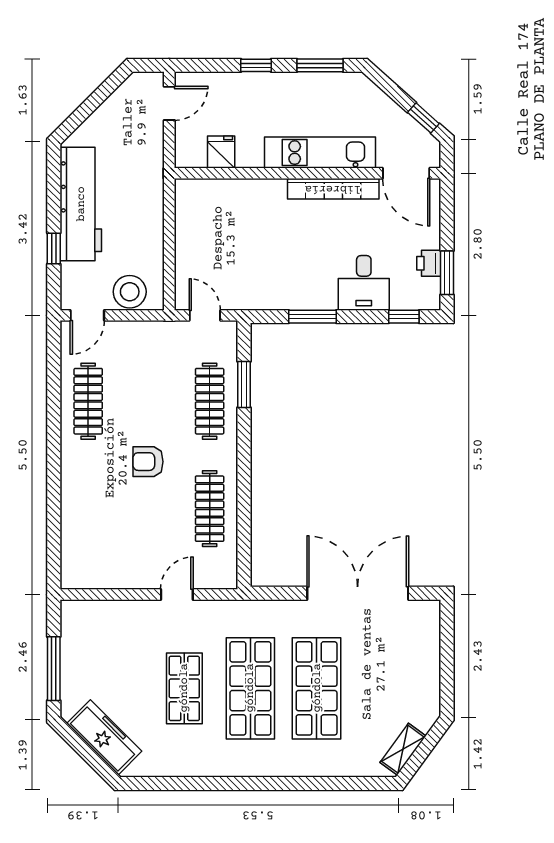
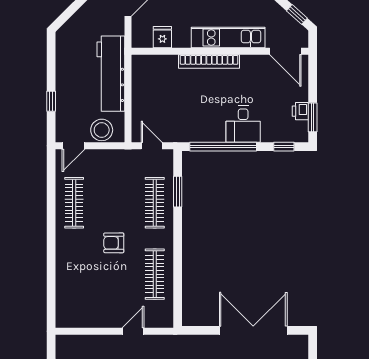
bookcase: (333, 189) -> (209, 62), moved
workbench: (81, 204) -> (111, 74), moved, turned 180
desk: (364, 283) -> (243, 124), moved
window: (312, 317) -> (223, 147), width x2.11

